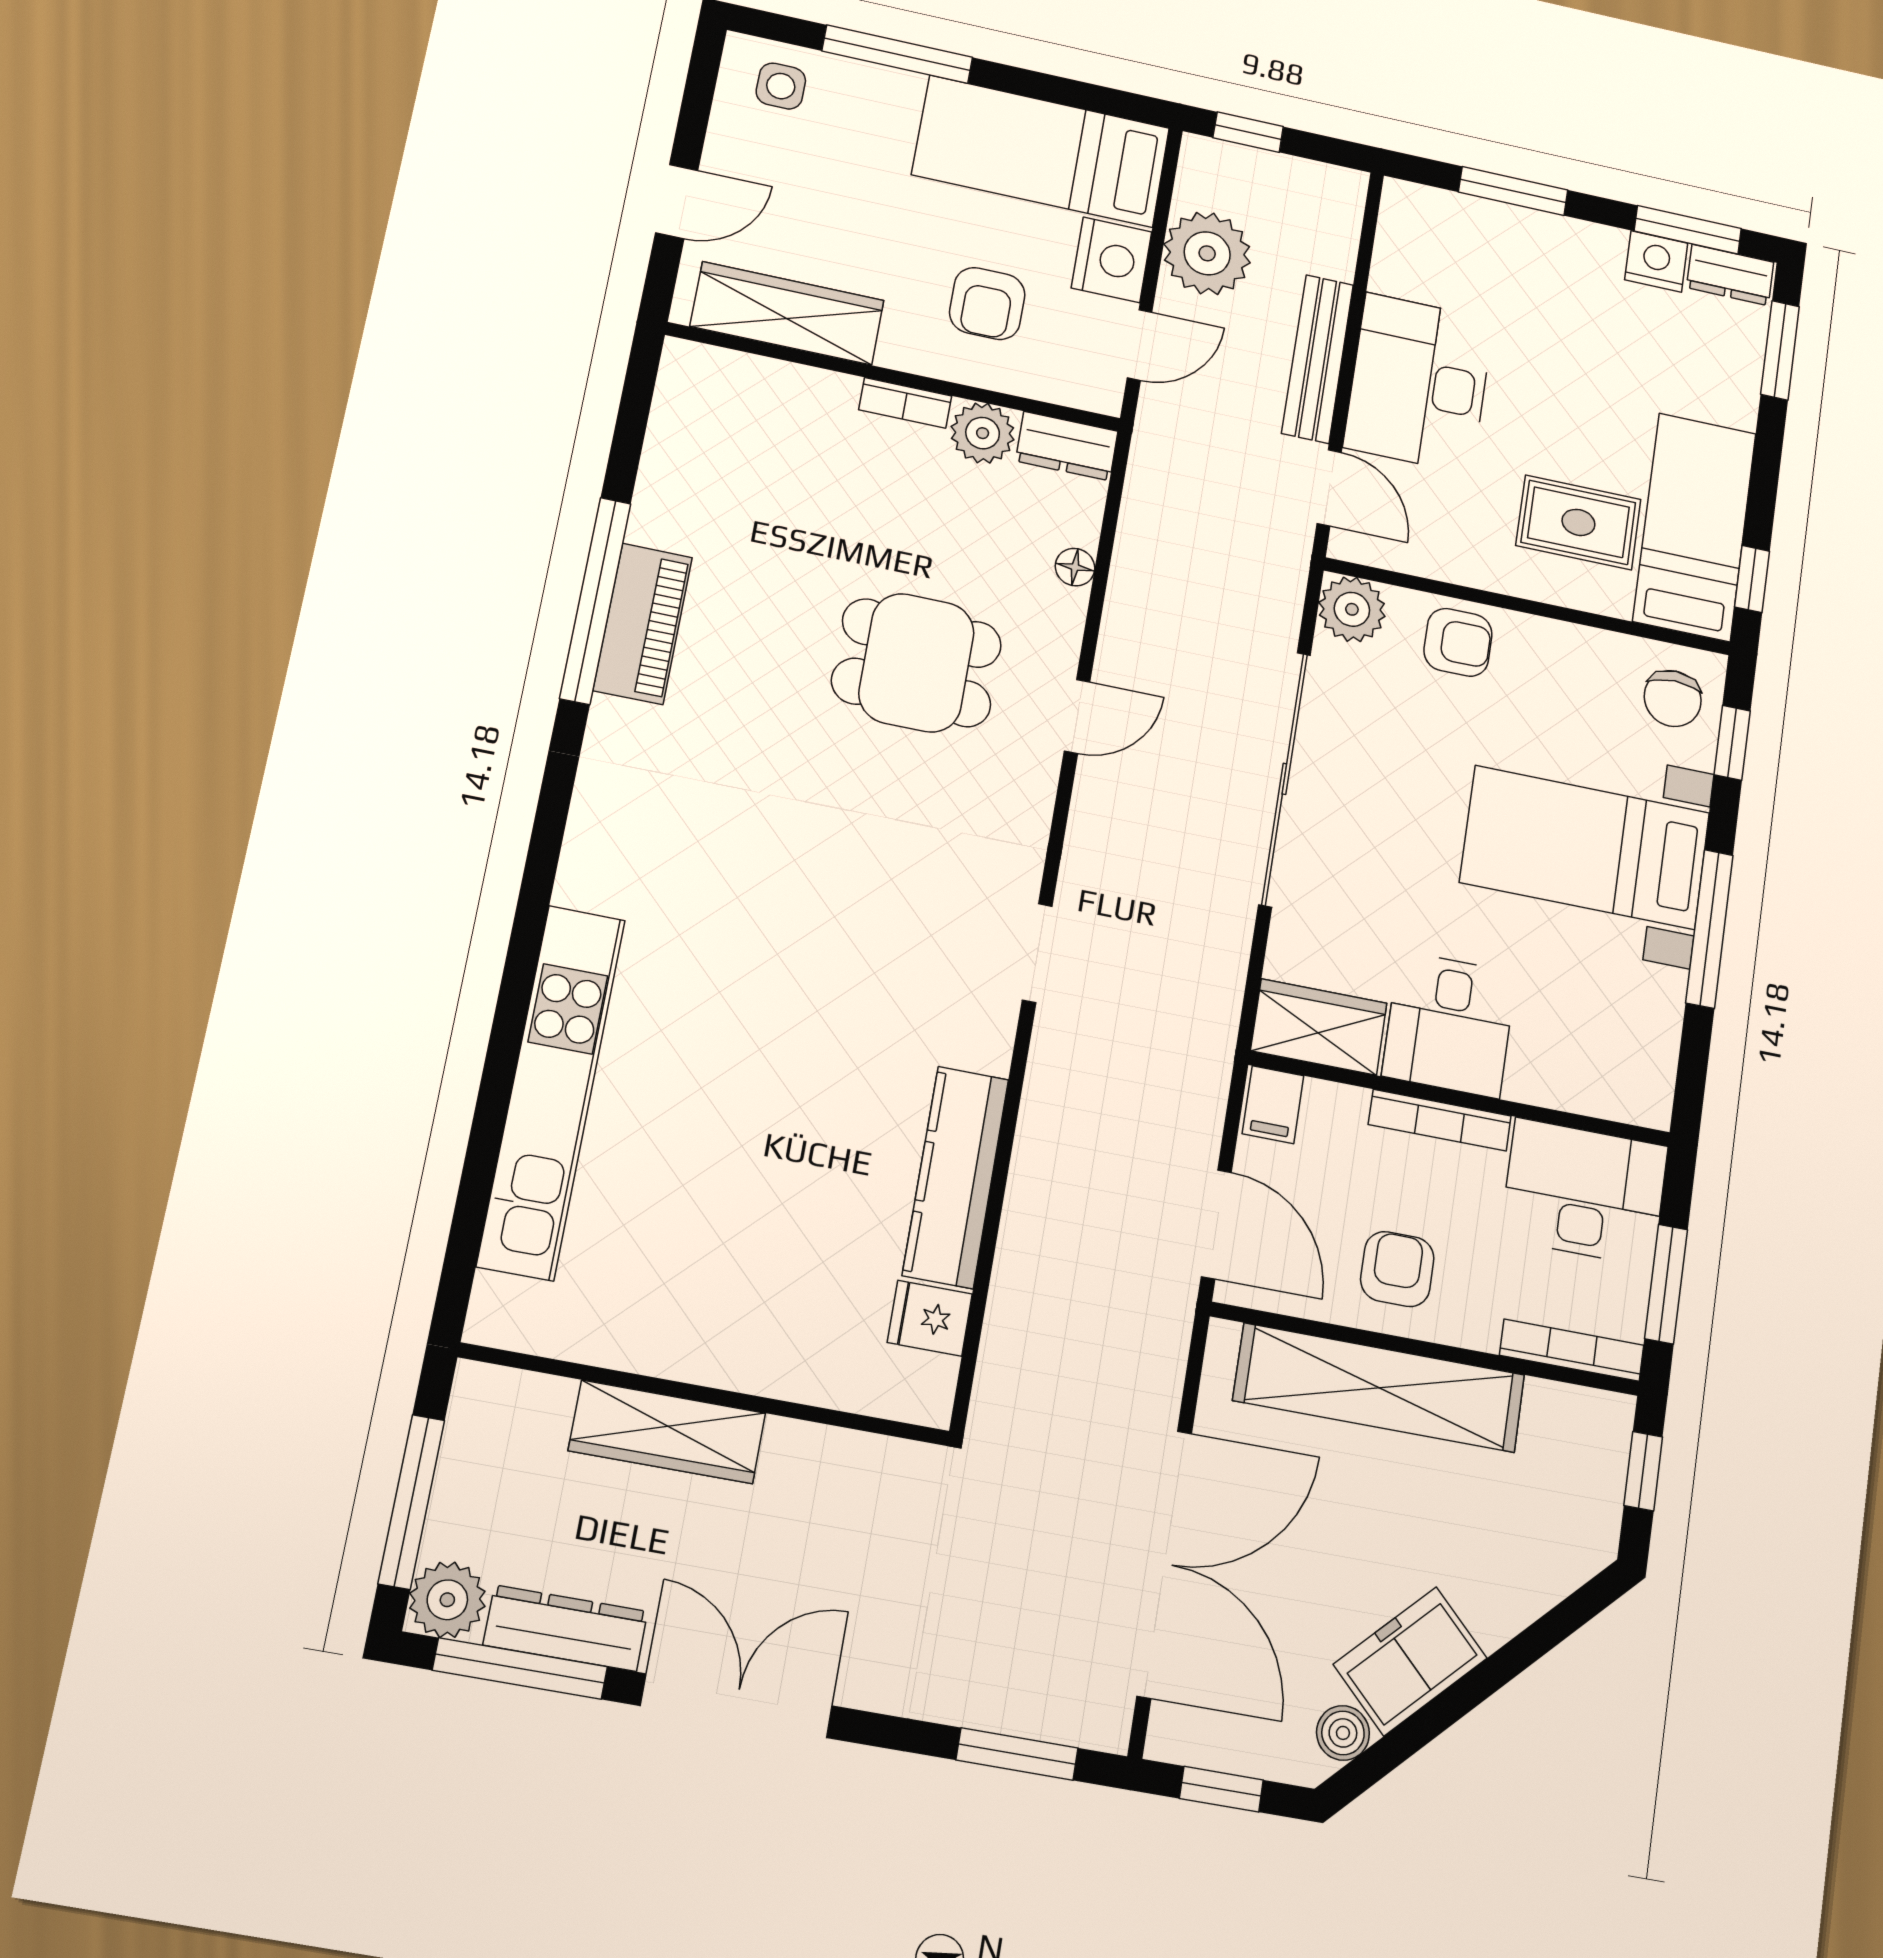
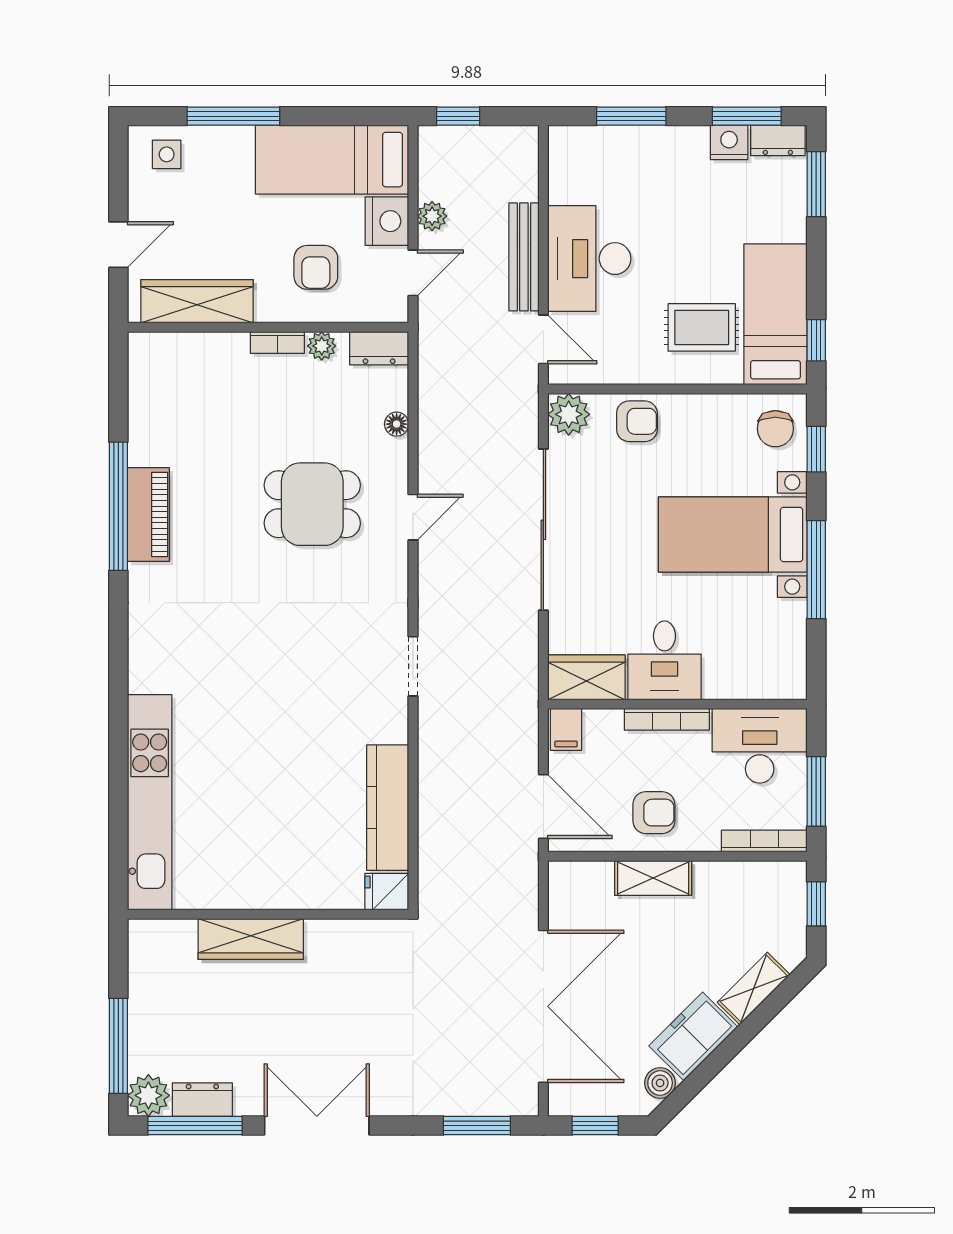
plant: (1207, 253) -> (432, 216), width x0.53, depth x0.53
plant: (983, 433) -> (322, 346), width x0.73, depth x0.73
armchair: (1397, 1269) -> (654, 813), turned 90
shelving: (1379, 1388) -> (653, 878), width x0.45, depth x0.75
wall: (705, 1394) -> (268, 914), moved
wardrobe: (667, 1432) -> (251, 939), moved
shelving: (1522, 1596) -> (754, 989), added
dresser: (566, 1628) -> (202, 1100), width x0.70

